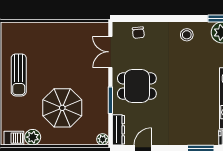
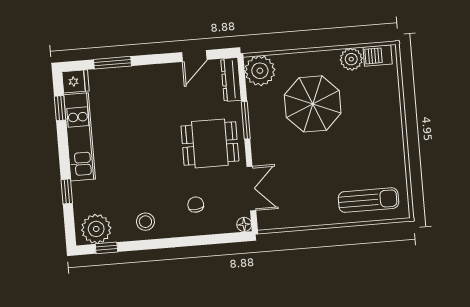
floor lamp: (118, 27) -> (244, 224), added
chair: (138, 33) -> (196, 205), moved
sun lounger: (19, 75) -> (368, 200), moved, turned 90
plant: (103, 139) -> (260, 71), width x1.88, depth x1.88

